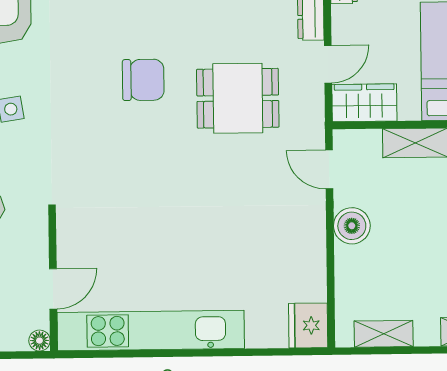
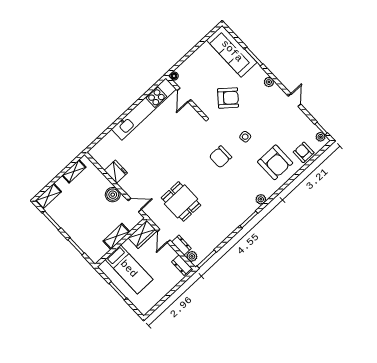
chair: (143, 80) -> (220, 157), moved
dining table: (238, 98) -> (181, 201), turned 90
fridge: (308, 325) -> (116, 172), moved

